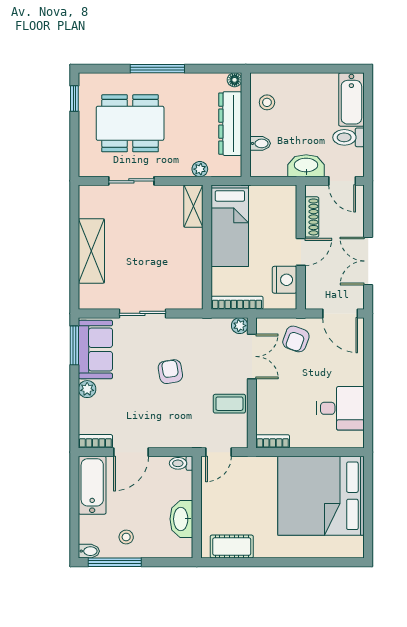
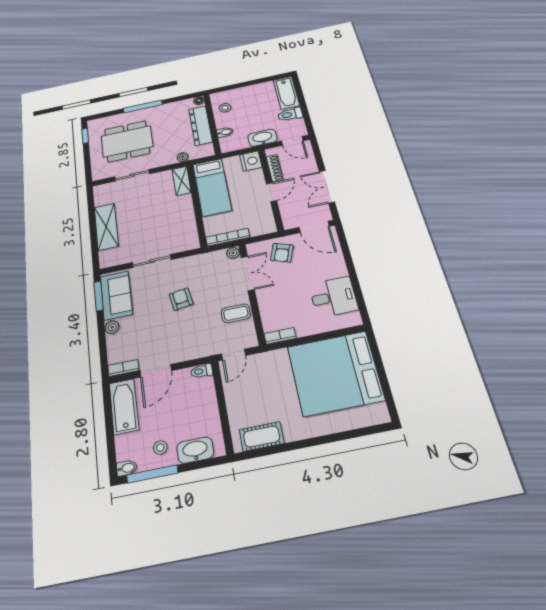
nightstand: (285, 280) -> (251, 161), moved
washbasin: (181, 519) -> (195, 450), moved, turned 90

